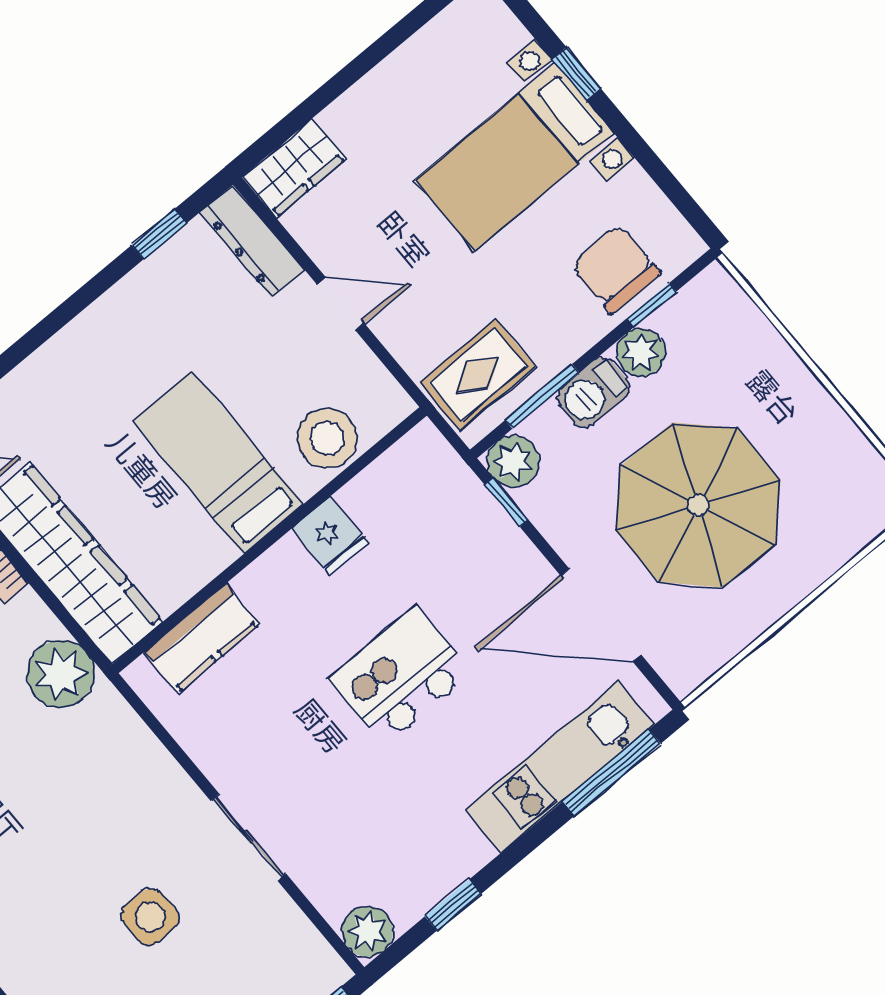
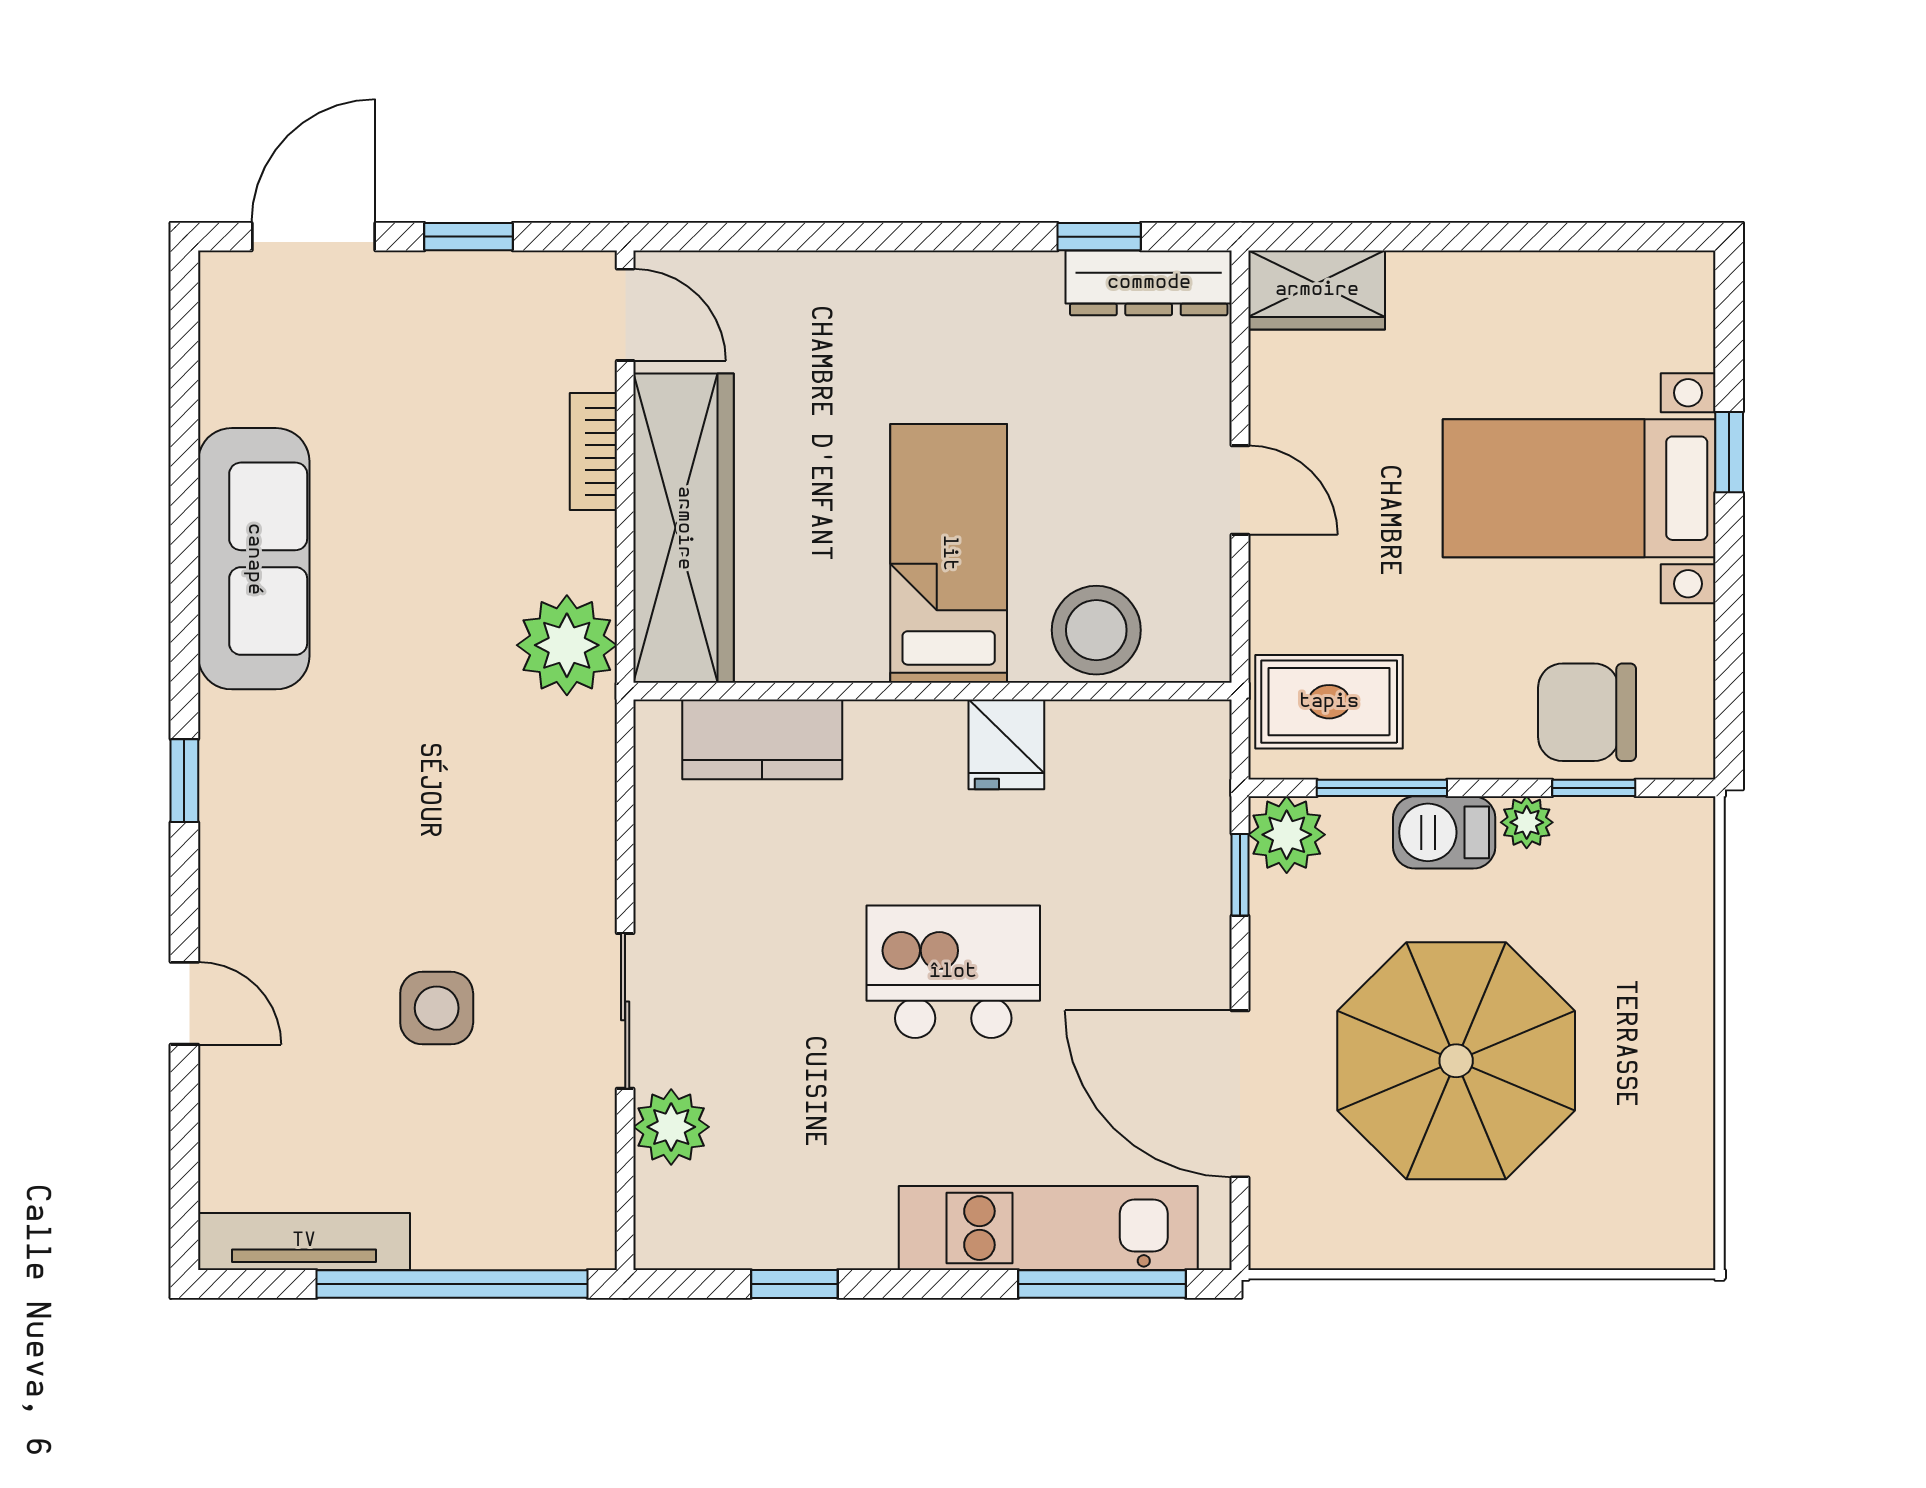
dresser: (252, 241) -> (1149, 283), moved, turned -90
chair: (615, 269) -> (1587, 712), turned -90
plant: (641, 353) -> (1527, 822), width x0.73, depth x0.73
plant: (368, 931) -> (671, 1127), moved

